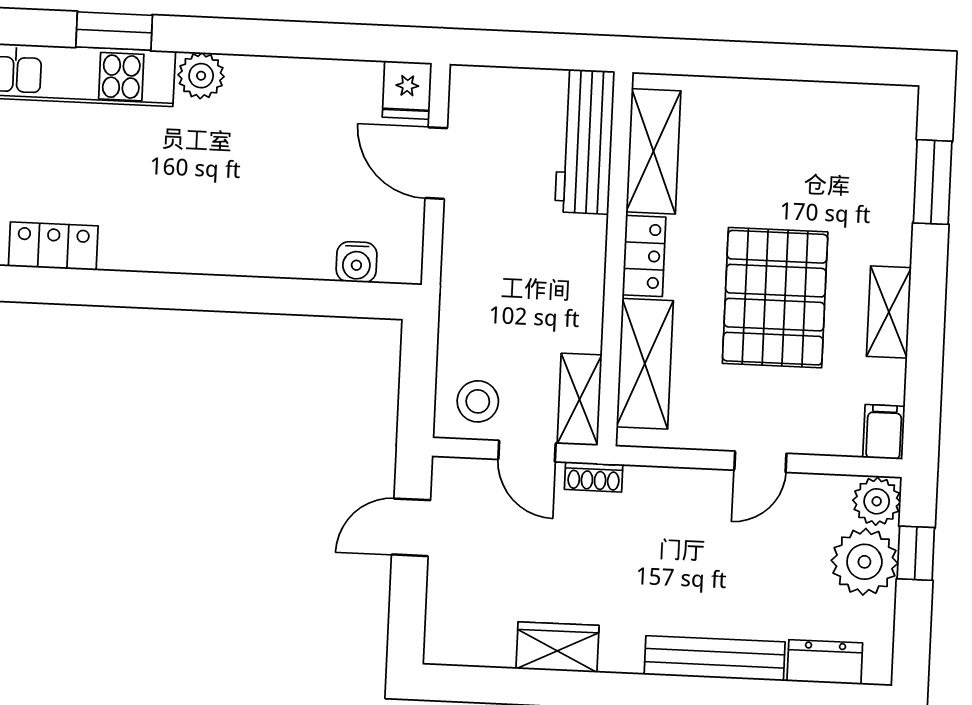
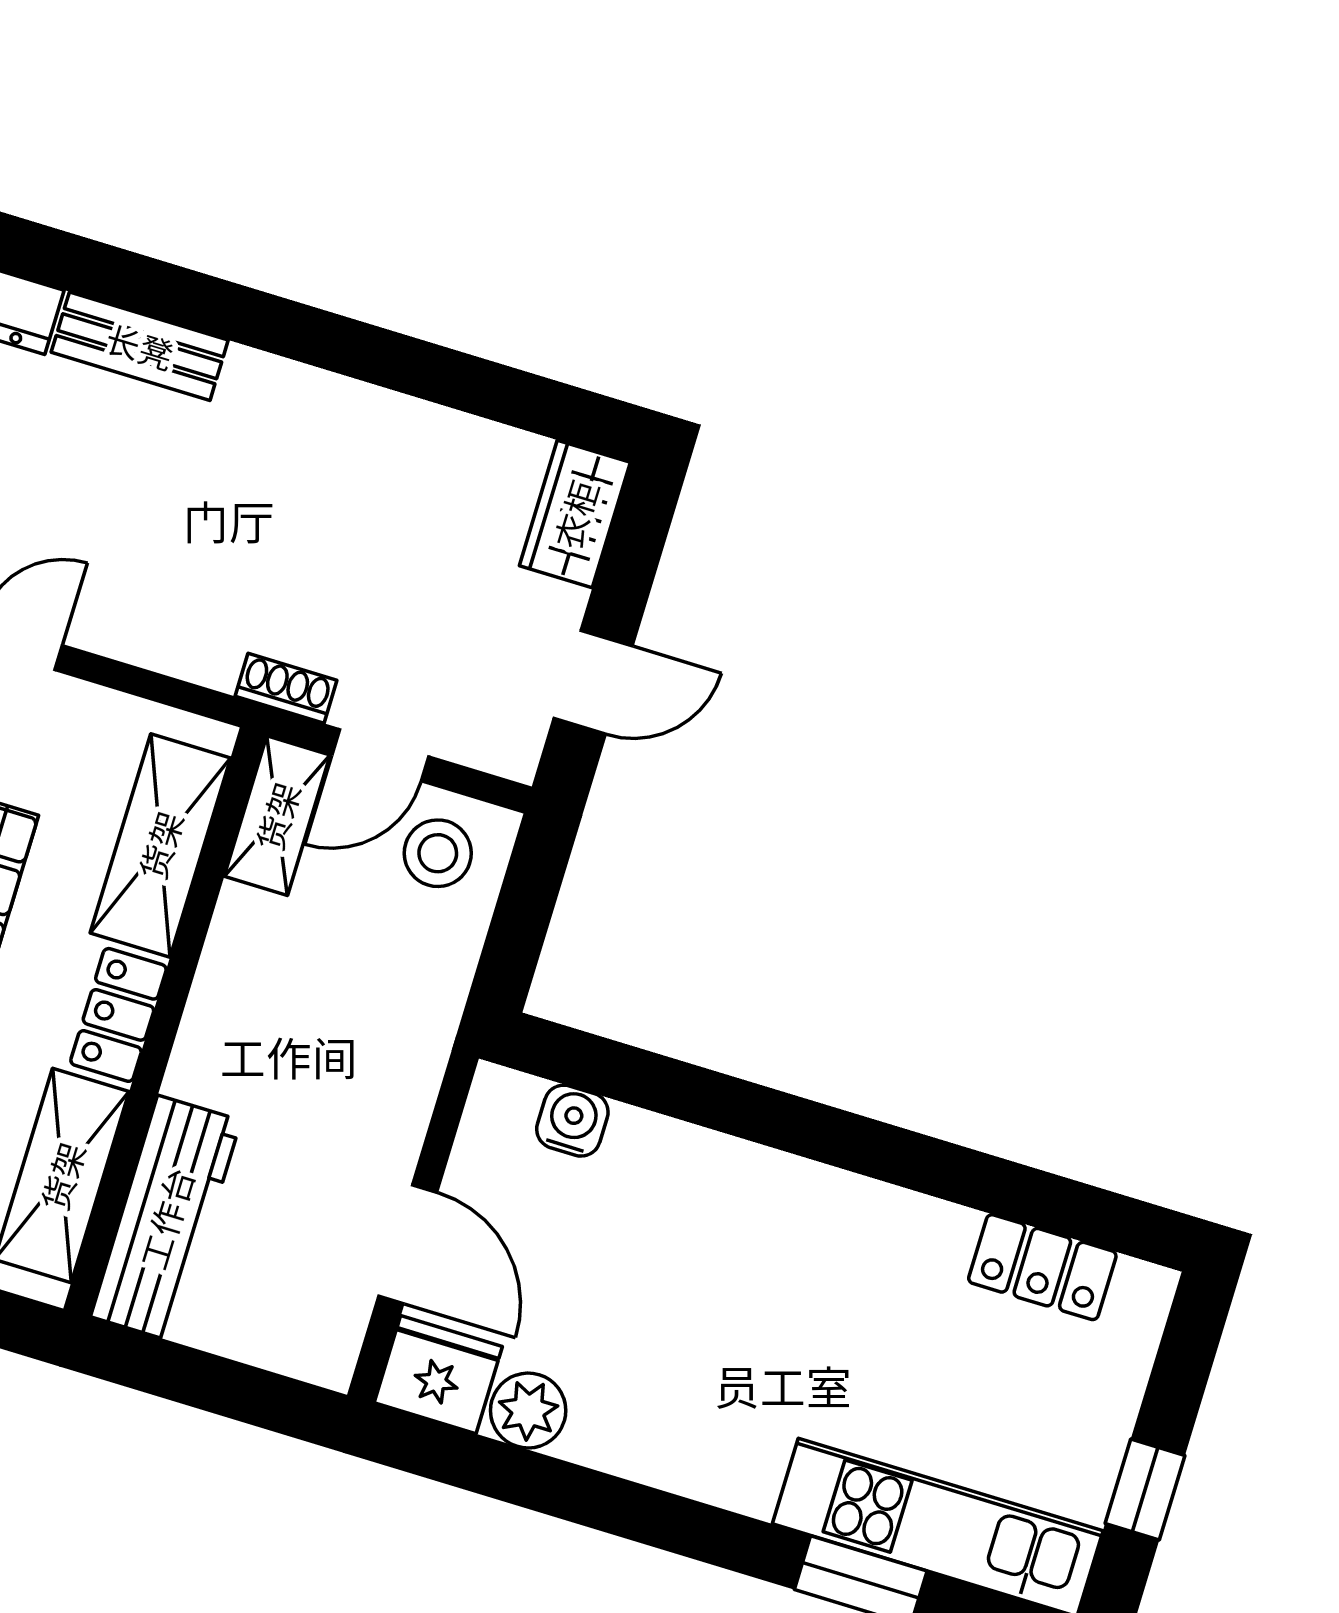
plant: (201, 76) -> (528, 1411), moved
fridge: (407, 90) -> (438, 1375), width x1.38
door: (527, 451) -> (380, 755), swing flipped
wardrobe: (557, 647) -> (575, 514), moved, turned 90
bench: (715, 658) -> (140, 346), width x0.73

